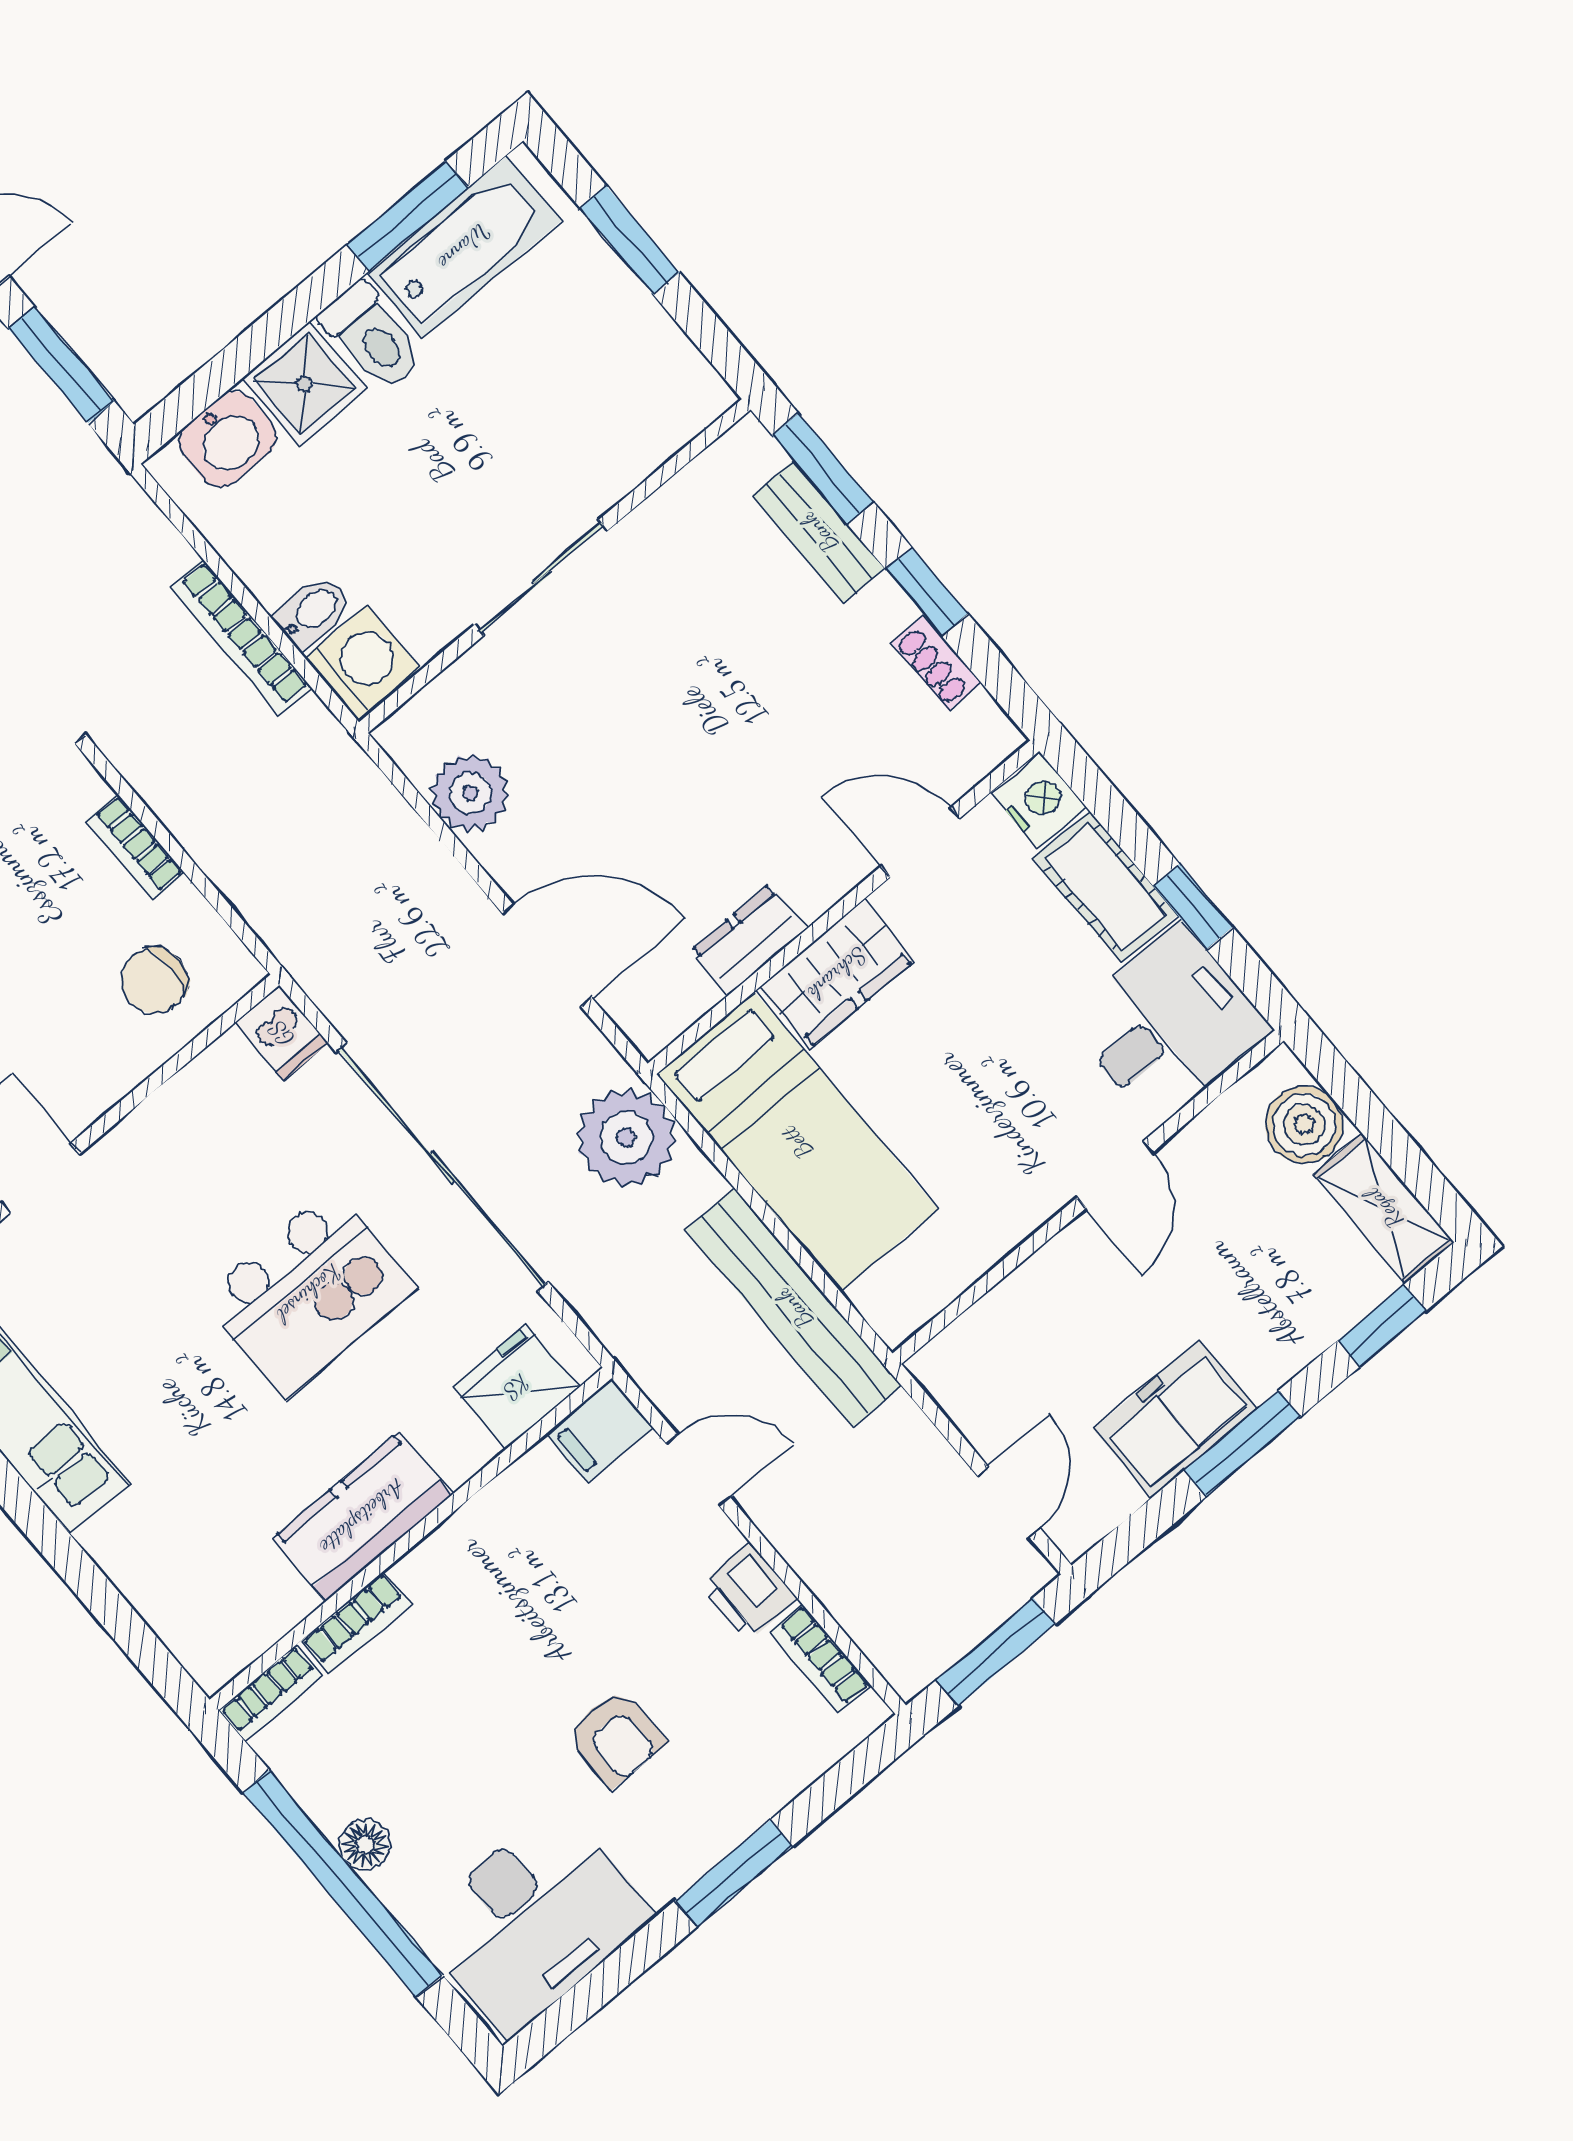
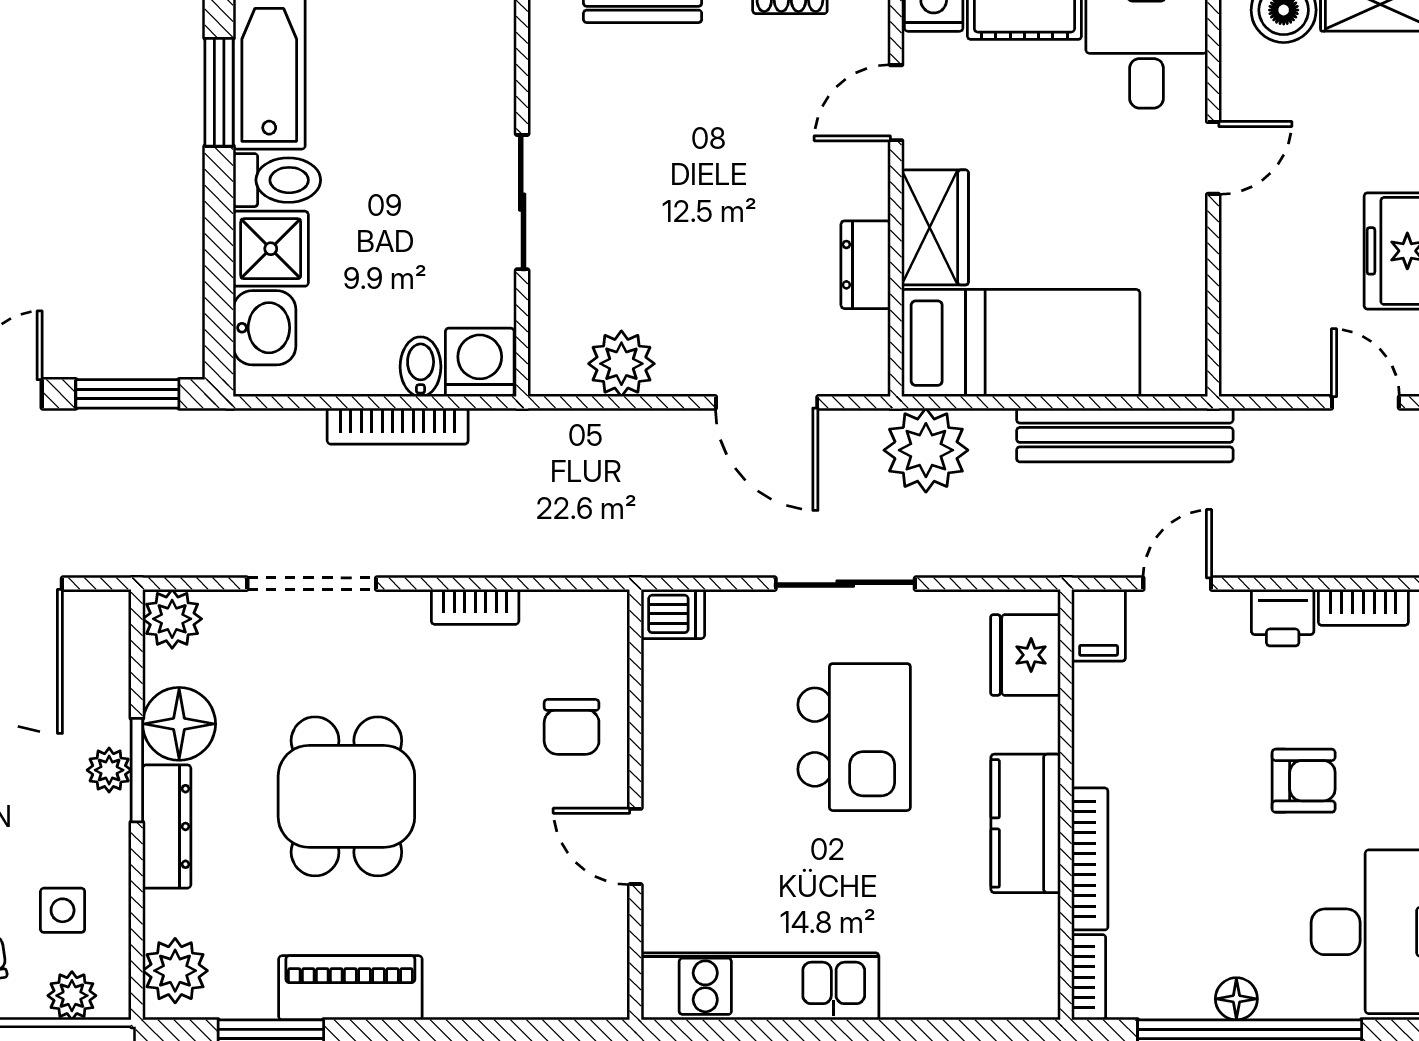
door: (547, 955) -> (767, 402), swing flipped
chair: (155, 981) -> (572, 727), moved
sliding door: (442, 1167) -> (845, 584), width x0.54
door: (1115, 1175) -> (1213, 158), hinge flipped
bookcase: (356, 1622) -> (1090, 859), width x1.56

